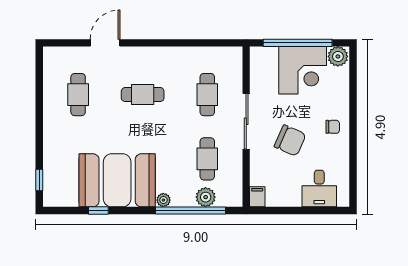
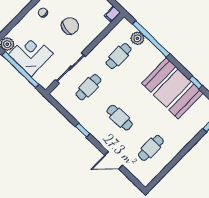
window: (169, 43) -> (83, 130), added
sliding door: (246, 121) -> (70, 68), moved
chair: (290, 140) -> (70, 26), turned 78
plant: (163, 200) -> (159, 57), removed

